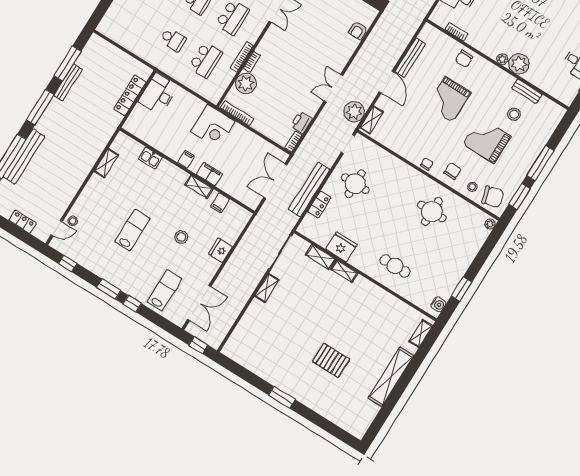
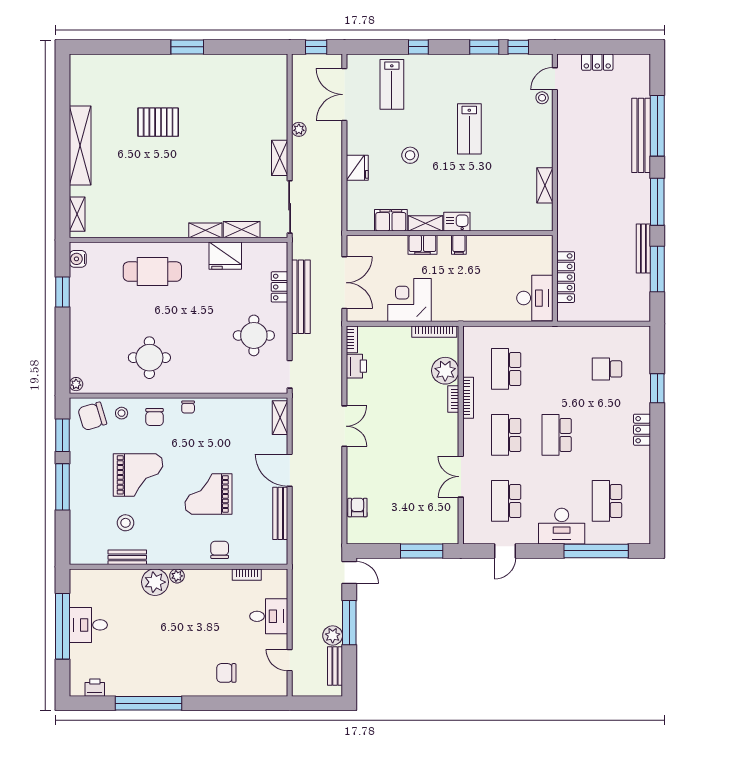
school desk: (173, 40) -> (607, 369), moved
grand piano: (449, 99) -> (208, 494), turned -90
plant: (354, 112) -> (299, 129), moved, width x0.53, depth x0.53
corner desk: (213, 126) -> (410, 300), moved
kitchen sink: (150, 158) -> (457, 222), moved
filing cabinet: (220, 203) -> (391, 220), width x2.00
cafe table: (395, 266) -> (152, 272), width x1.37, depth x1.35
window: (109, 289) -> (484, 47), moved

